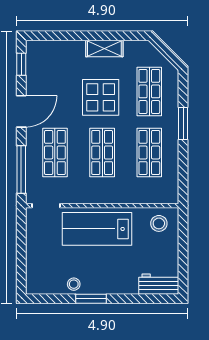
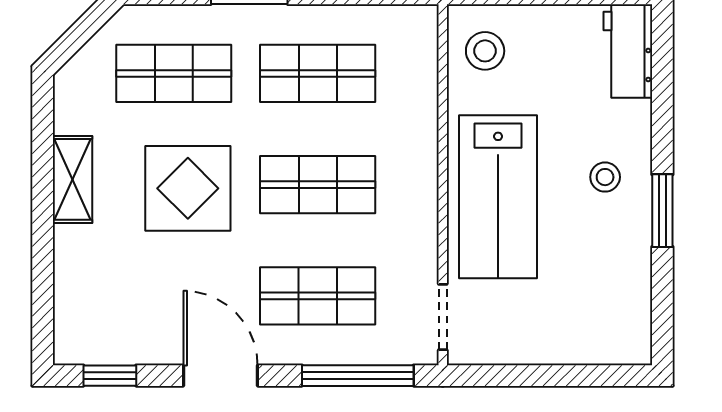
stool: (74, 284) -> (605, 177), moved

